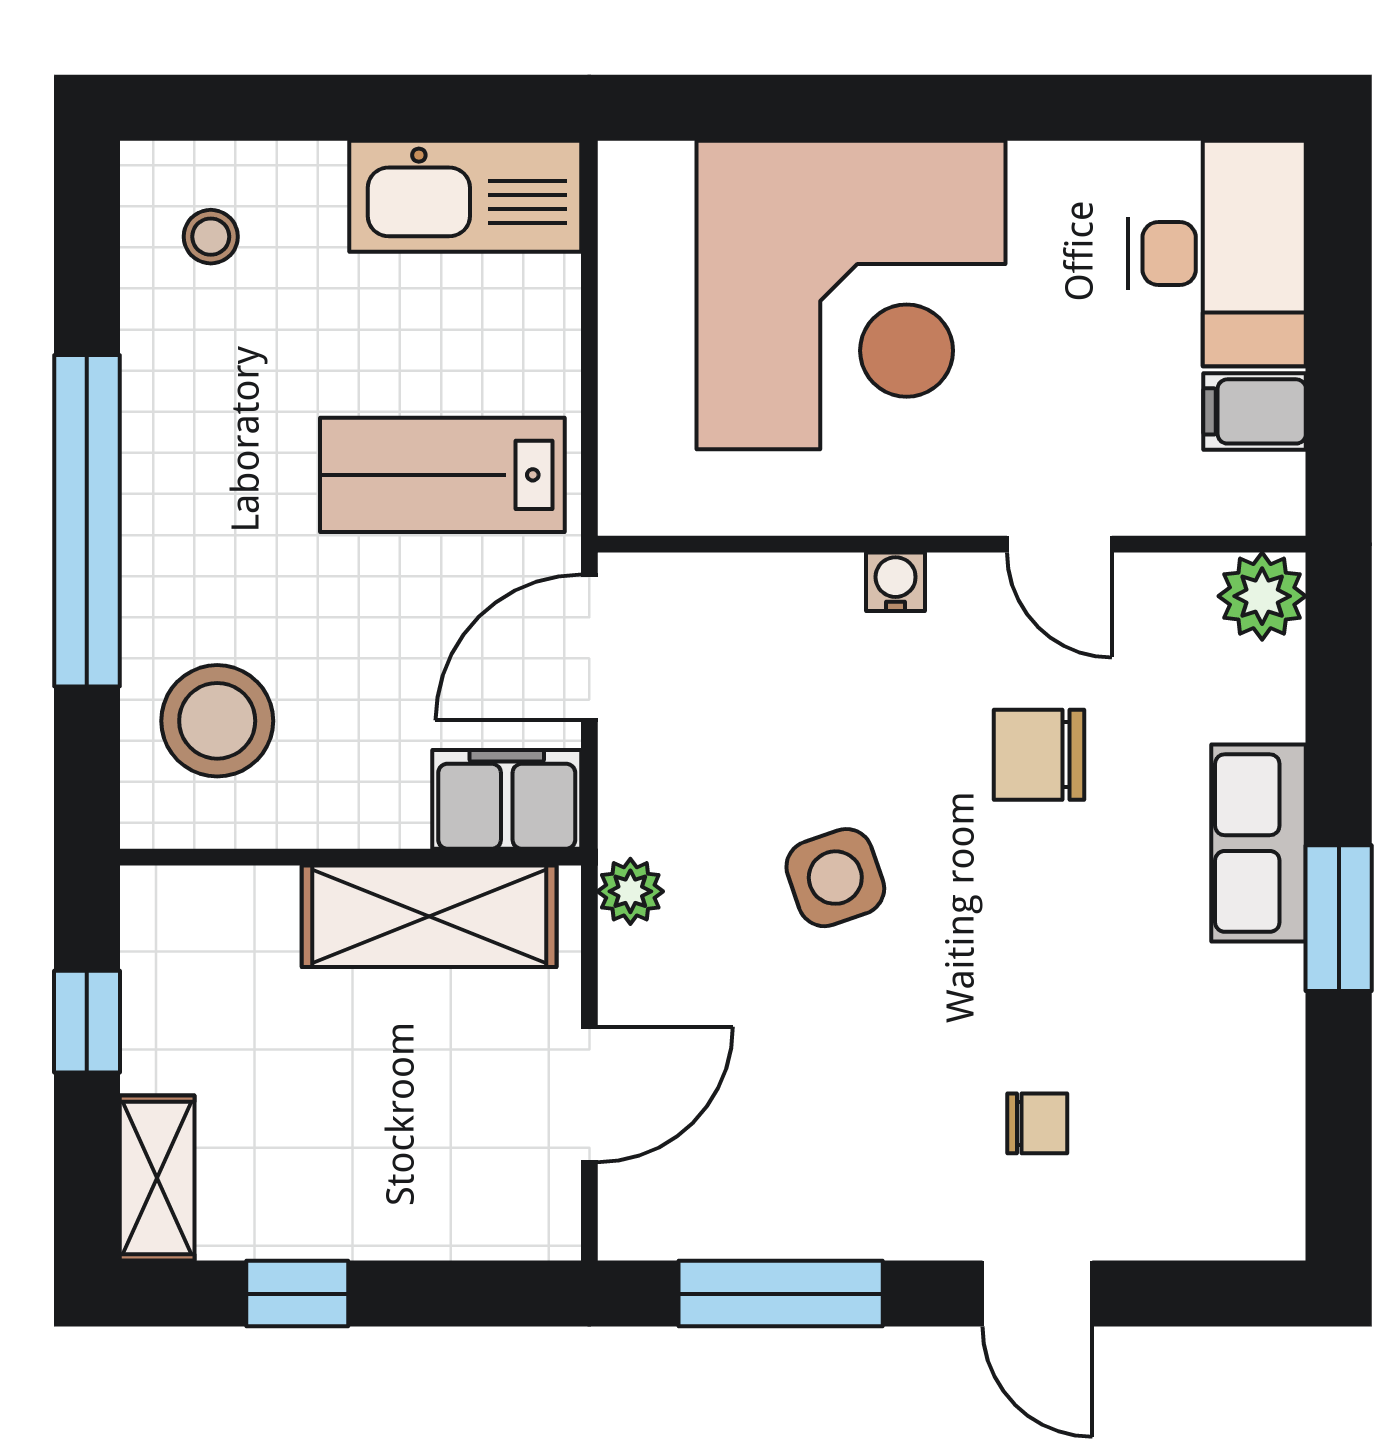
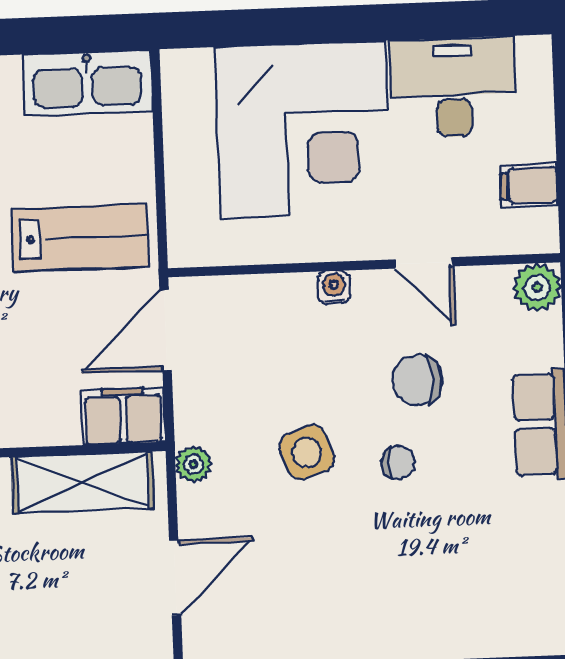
desk: (1217, 254) -> (453, 87), moved, turned -90
lab bench: (442, 475) -> (81, 238), turned 180
chair: (1037, 1123) -> (398, 463), moved

